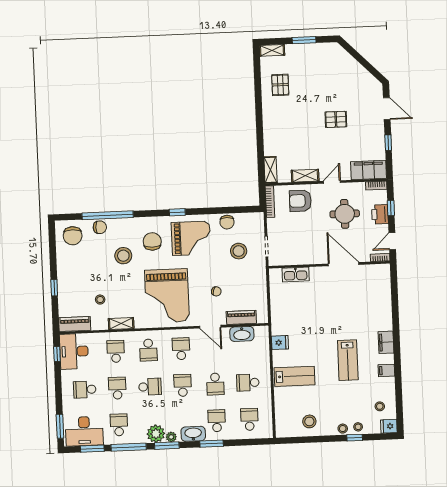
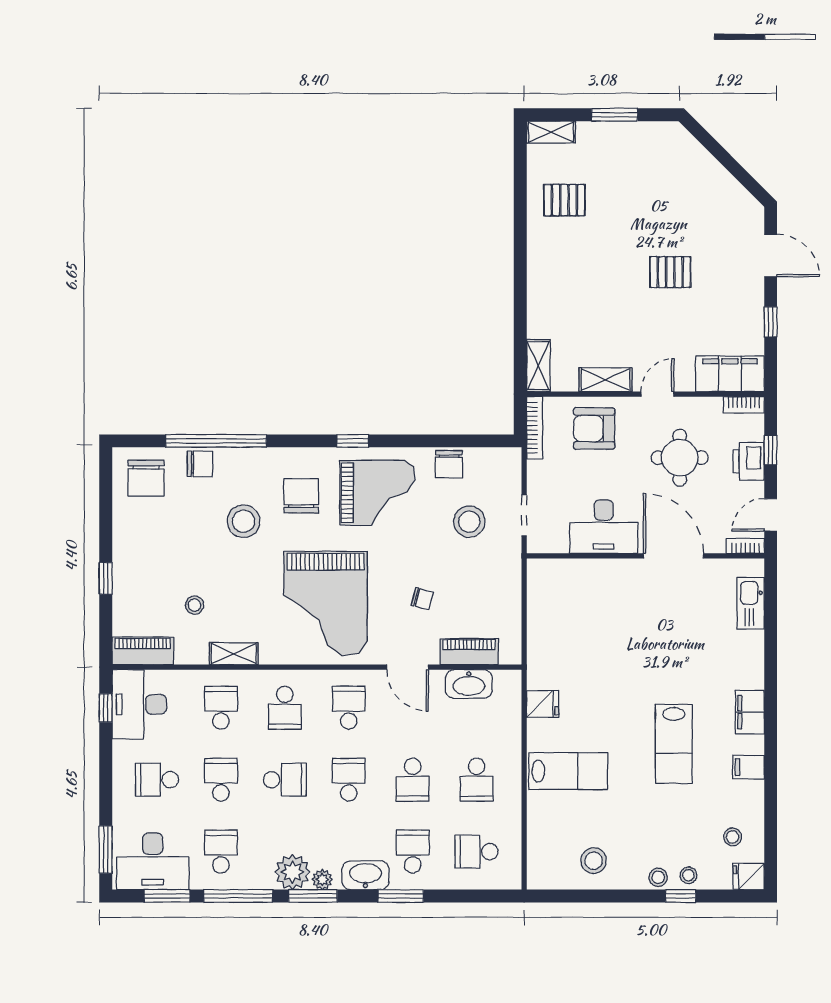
pallet: (280, 85) -> (564, 200), turned 90
desk: (307, 251) -> (604, 527), added
kitchen sink: (296, 274) -> (751, 603), moved, turned 90
school desk: (248, 383) -> (477, 780), turned -90
school desk: (249, 419) -> (477, 852), turned -90

